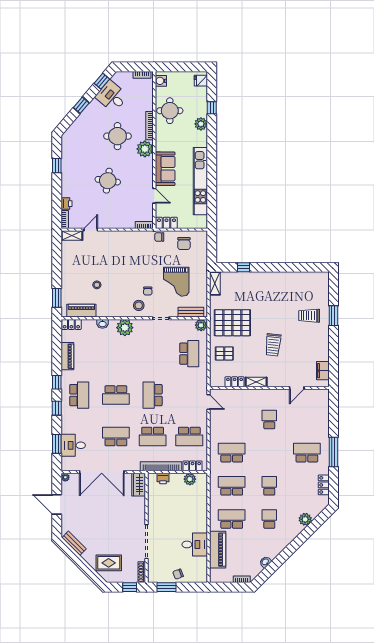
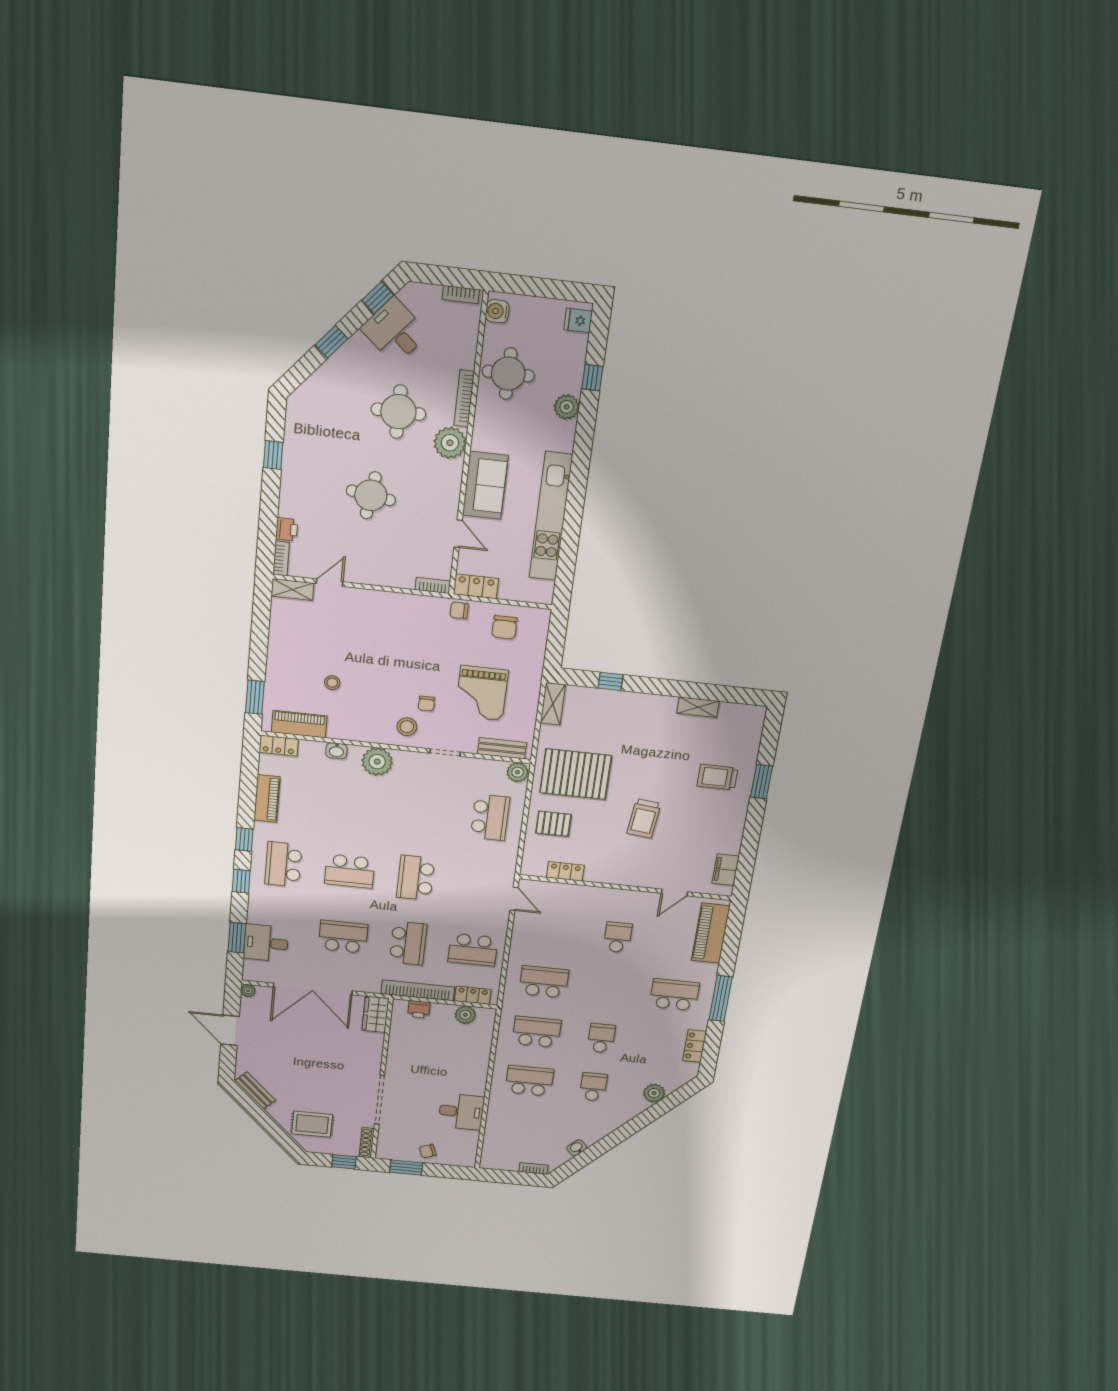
shelving: (256, 382) -> (698, 707), moved
school desk: (79, 395) -> (283, 864), turned 180
school desk: (153, 436) -> (408, 943), turned -90
piano: (218, 550) -> (711, 933), moved, turned 180

